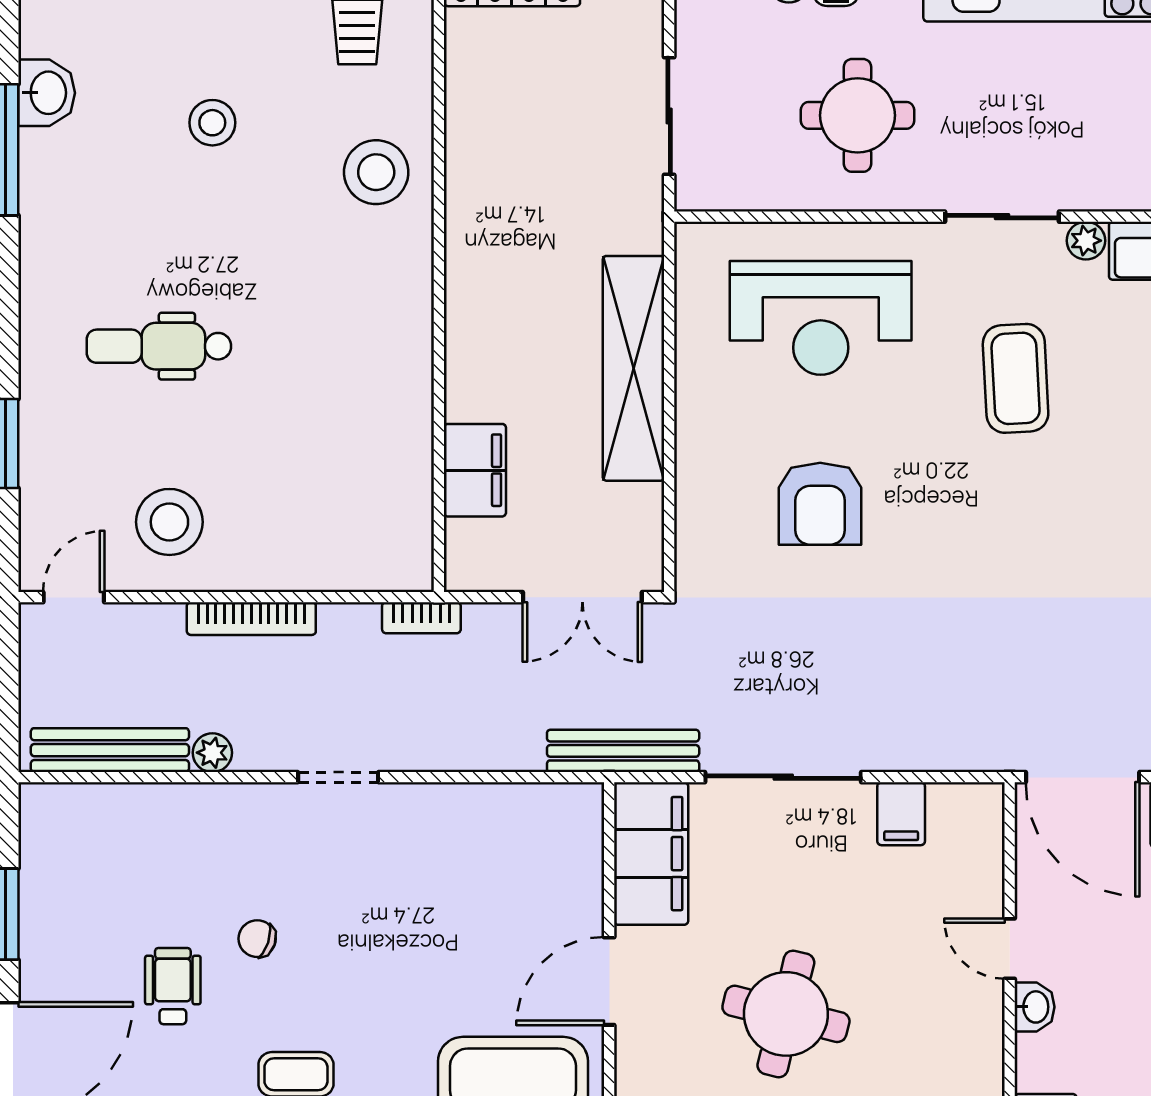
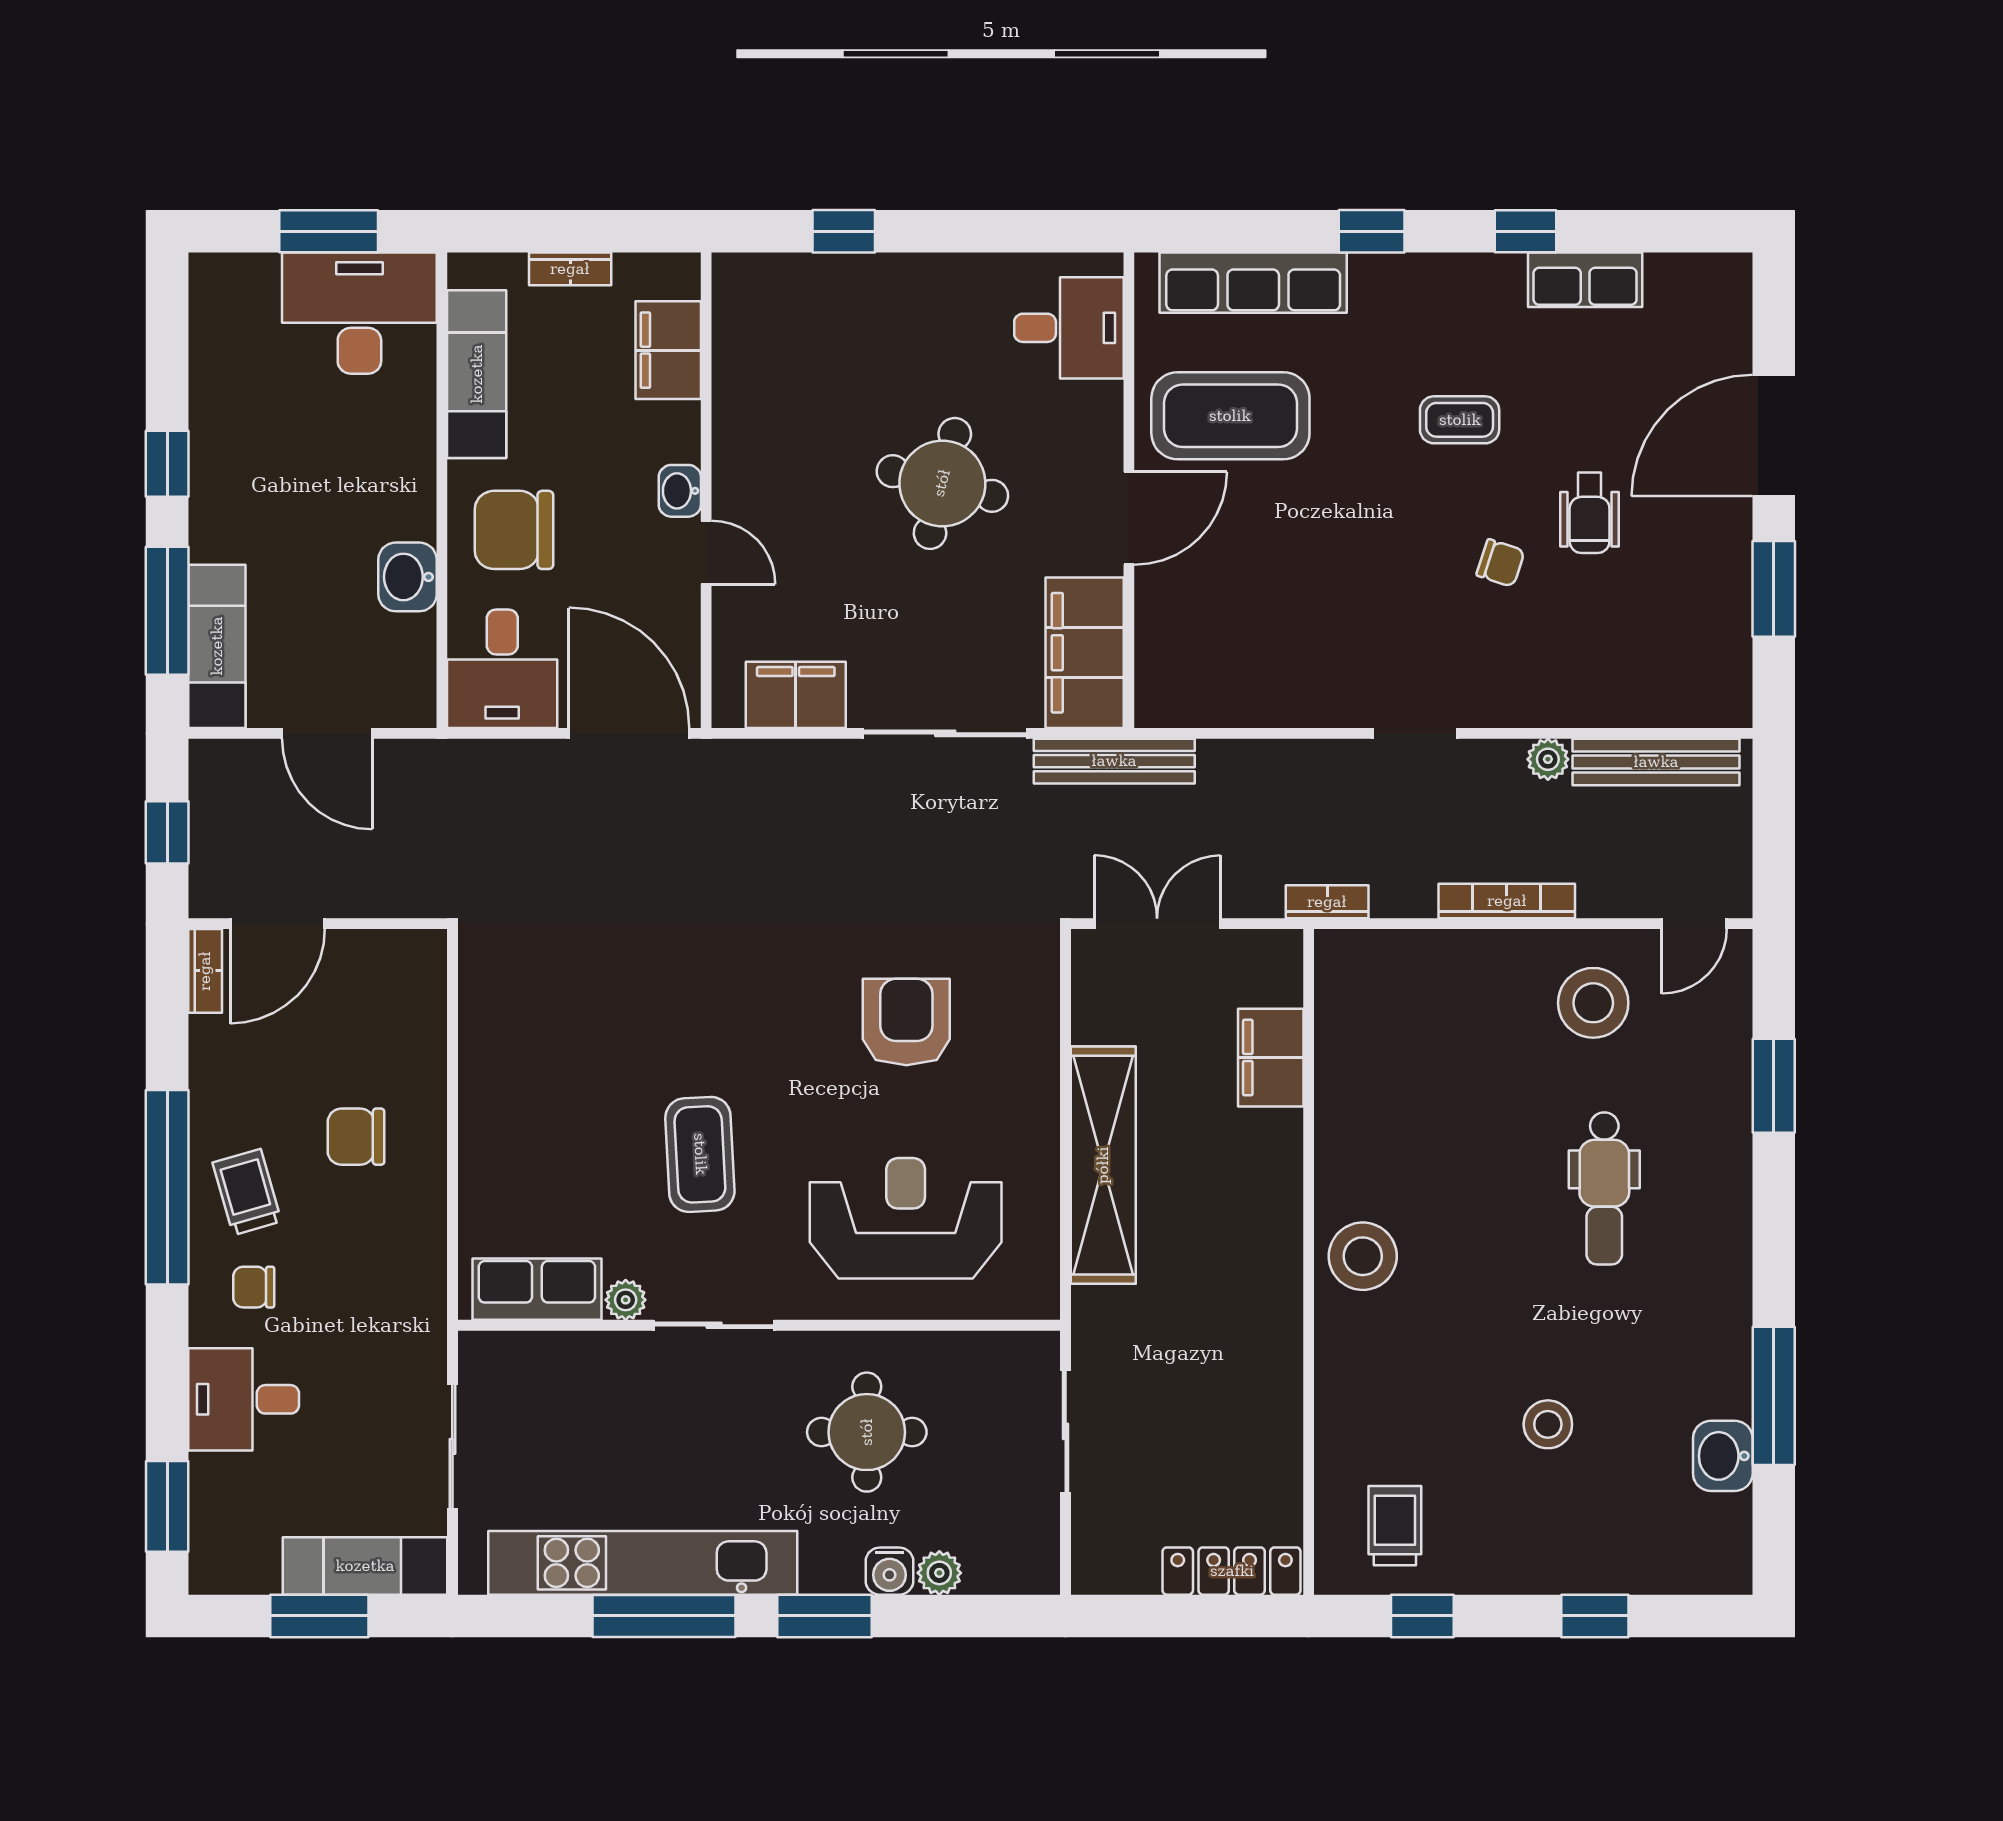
stool: (376, 172) -> (1363, 1256), moved
dental chair: (159, 346) -> (1604, 1188), turned 90
filing cabinet: (901, 814) -> (796, 695), width x2.00

